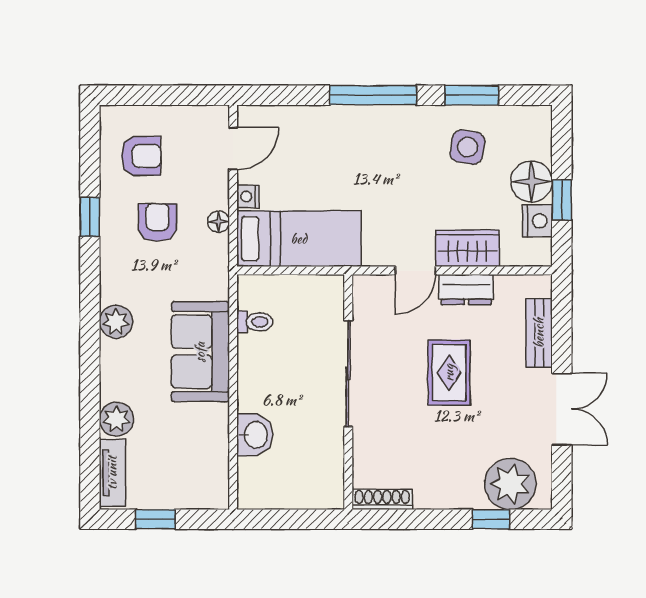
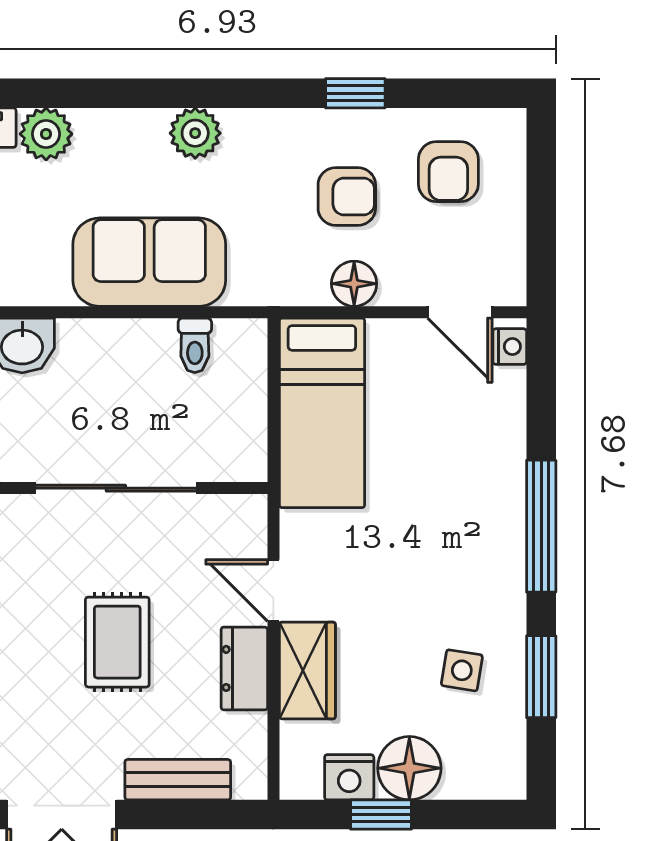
side table: (467, 147) -> (462, 670), width x0.73, depth x0.73
nightstand: (248, 197) -> (510, 347), moved, turned 90
floor lamp: (218, 222) -> (354, 284), width x1.37, depth x1.37
rug: (449, 373) -> (117, 642), turned 90

